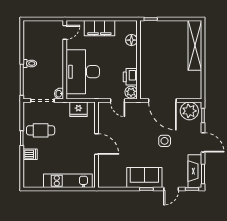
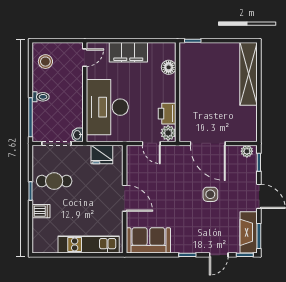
stool: (34, 35) -> (45, 62), added
plant: (189, 111) -> (247, 151), width x0.53, depth x0.53
sofa: (144, 177) -> (148, 240), moved

